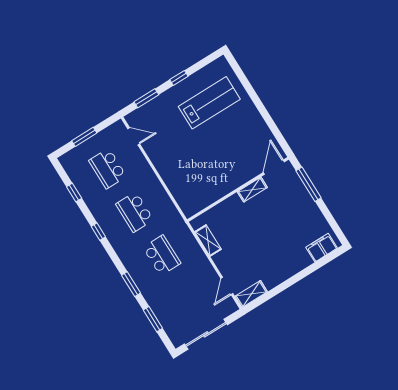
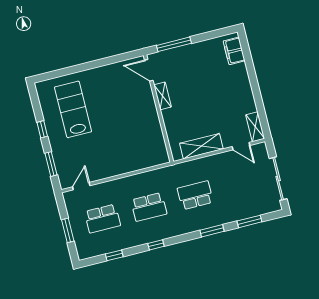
shelving: (208, 241) -> (201, 146), width x1.50, depth x1.33

